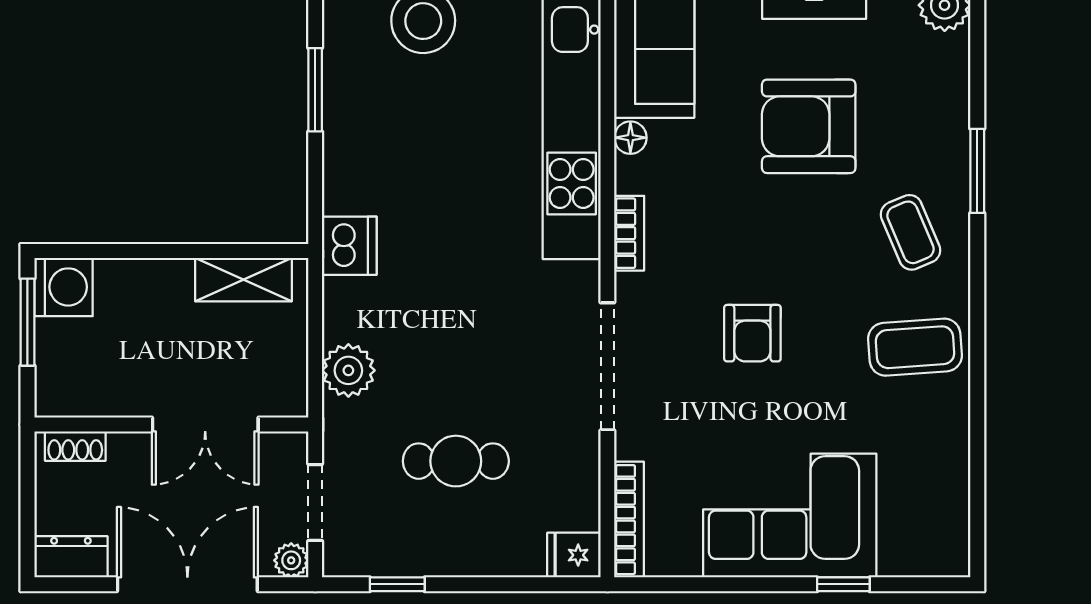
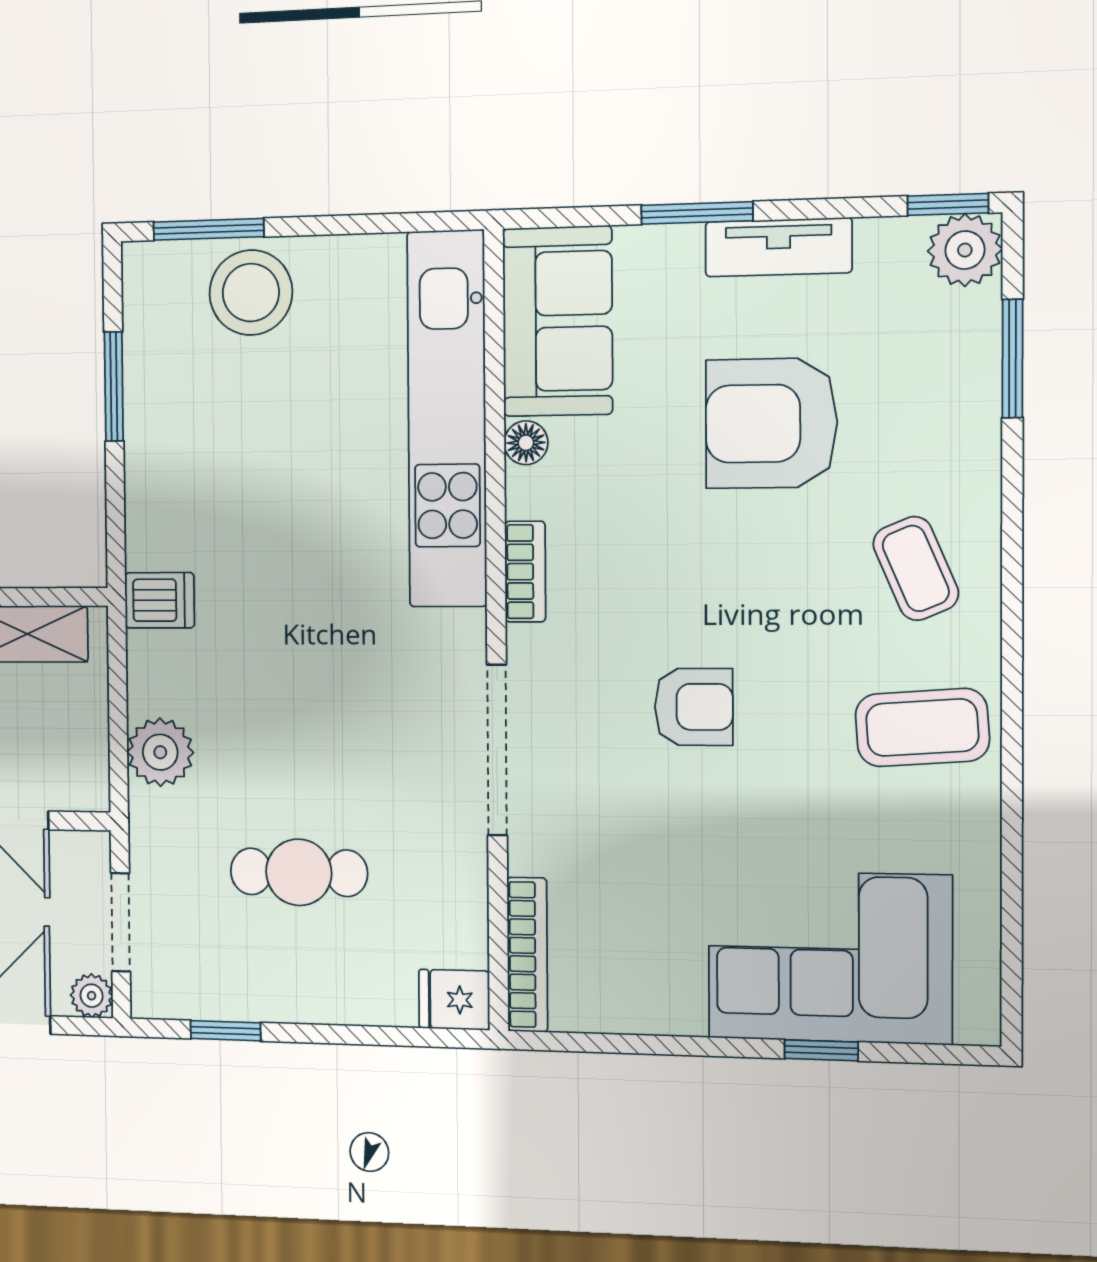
window: (977, 171) -> (1012, 359), moved
dishwasher: (349, 246) -> (160, 600), width x0.73
armchair: (752, 333) -> (694, 707), turned -90
corner sofa: (790, 516) -> (830, 957), moved

